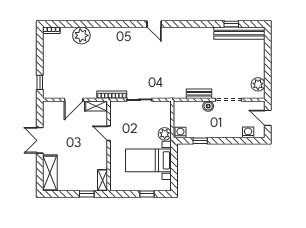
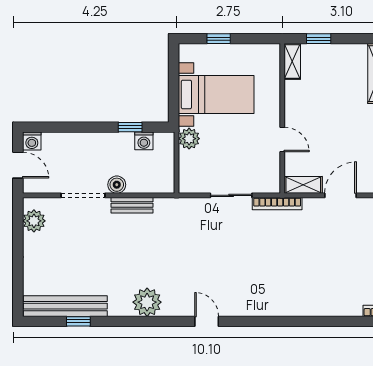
plant: (81, 35) -> (147, 302), moved
washing machine: (180, 132) -> (144, 141), moved
washing machine: (248, 132) -> (32, 141), moved

